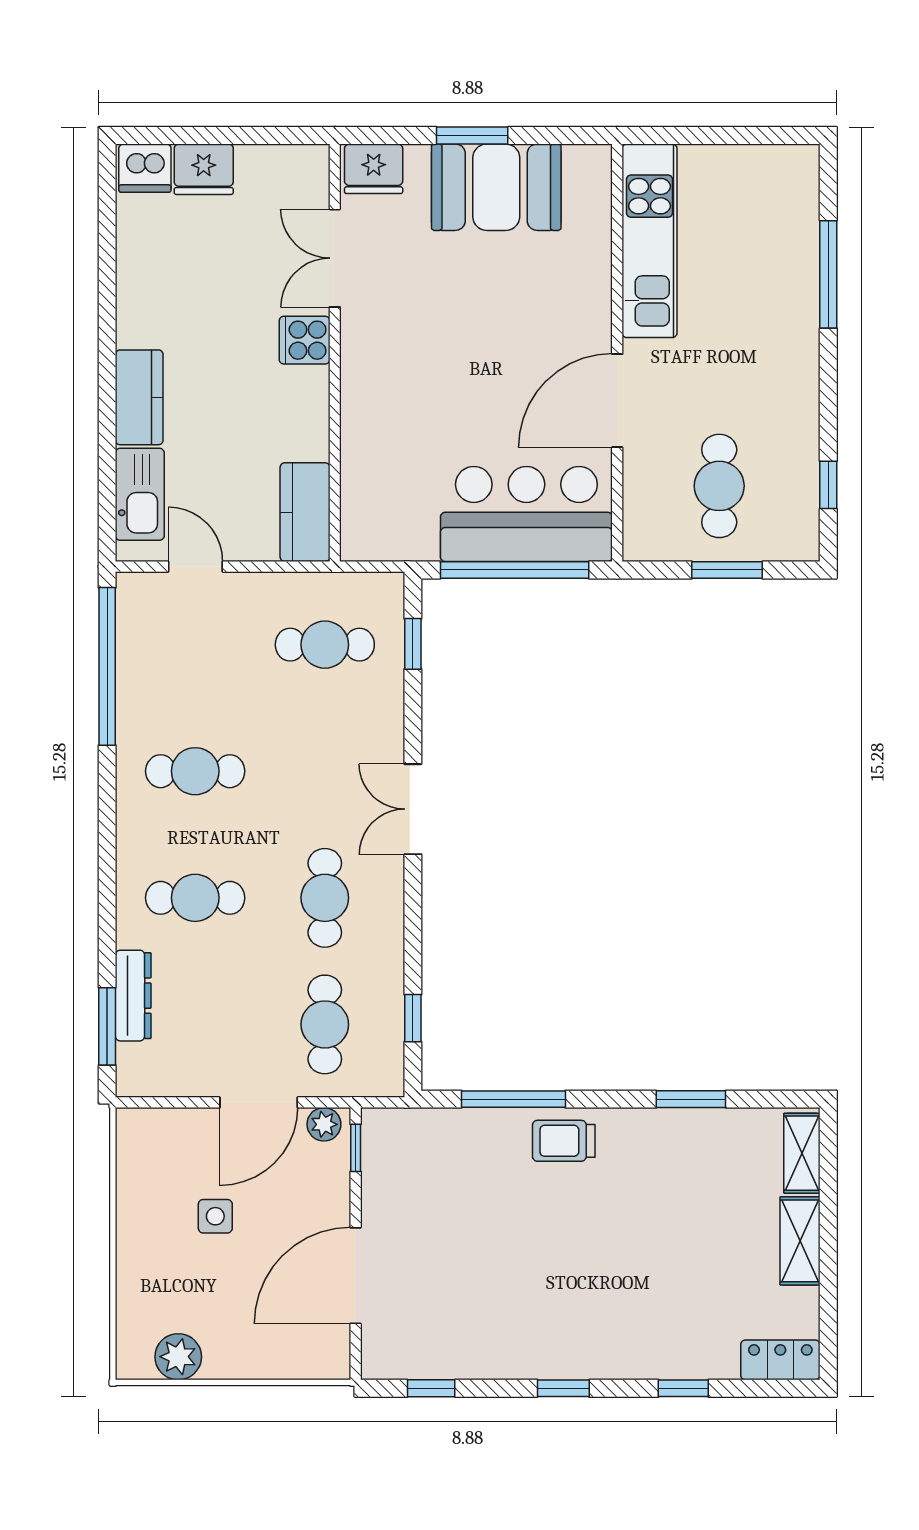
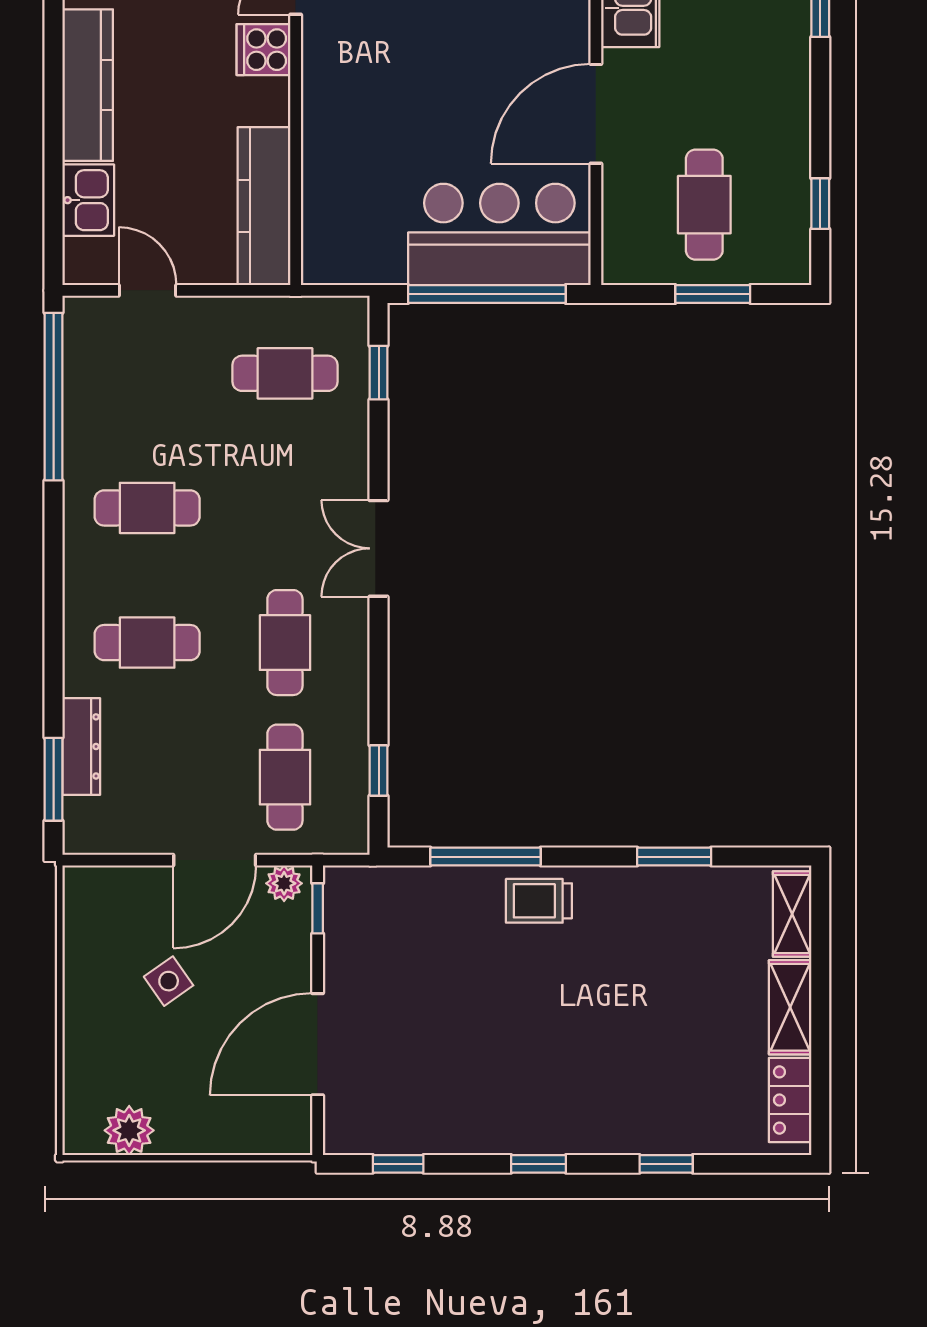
kitchen counter: (139, 397) -> (88, 85), width x1.50
kitchen sink: (140, 494) -> (88, 200), width x0.73
kitchen counter: (305, 512) -> (264, 206), width x1.50
side table: (215, 1216) -> (169, 981), turned -35
locker: (780, 1360) -> (790, 1100), moved, turned -90

